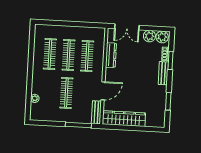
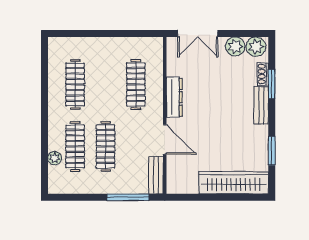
clothes rail: (68, 55) -> (75, 146), moved
dresser: (111, 55) -> (174, 97), moved
door: (103, 91) -> (165, 140), hinge flipped
wardrobe: (124, 119) -> (234, 183), moved

